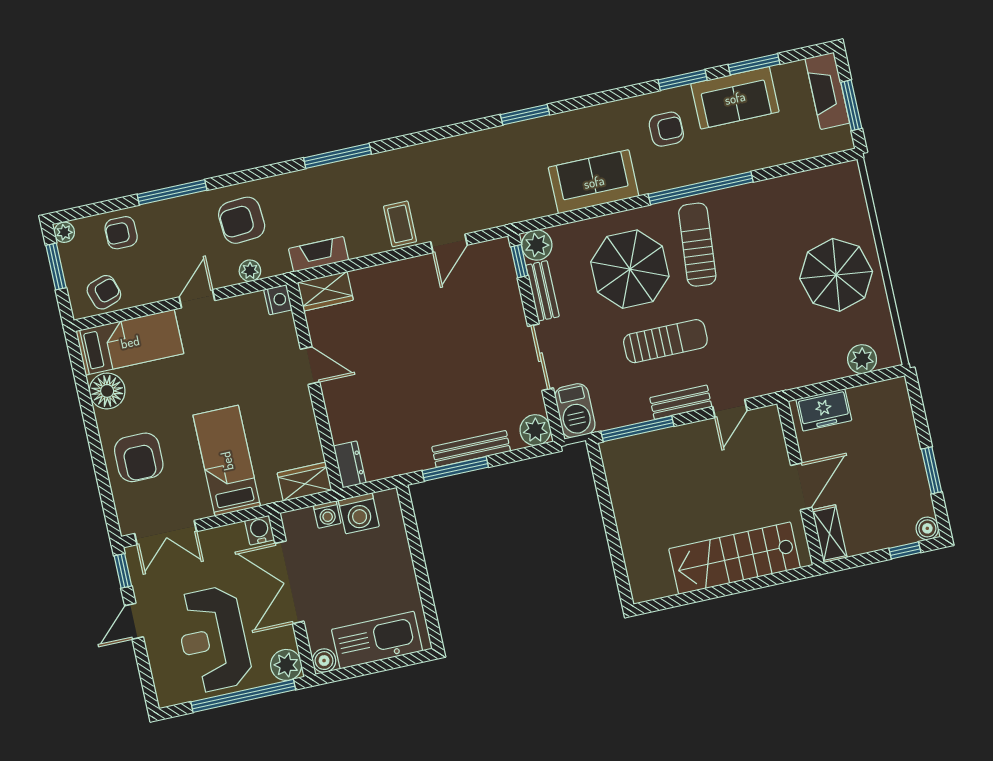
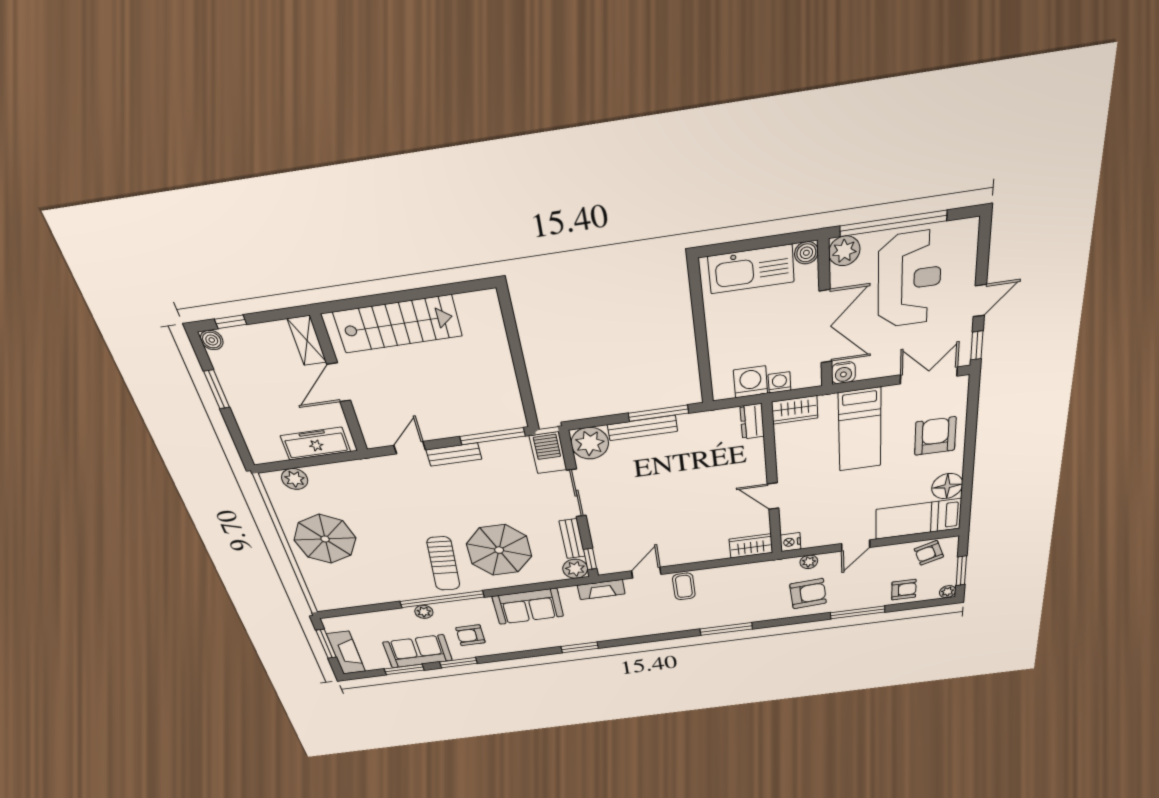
plant: (724, 166) -> (424, 612), added
fireplace: (319, 254) -> (601, 589), moved
sun lounger: (665, 341) -> (469, 500), removed
freezer: (824, 410) -> (316, 444), width x1.40
plant: (535, 430) -> (590, 443), width x1.36, depth x1.36

